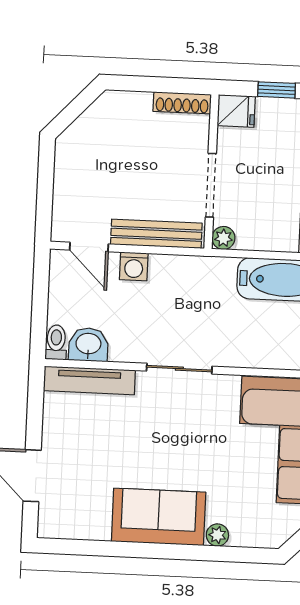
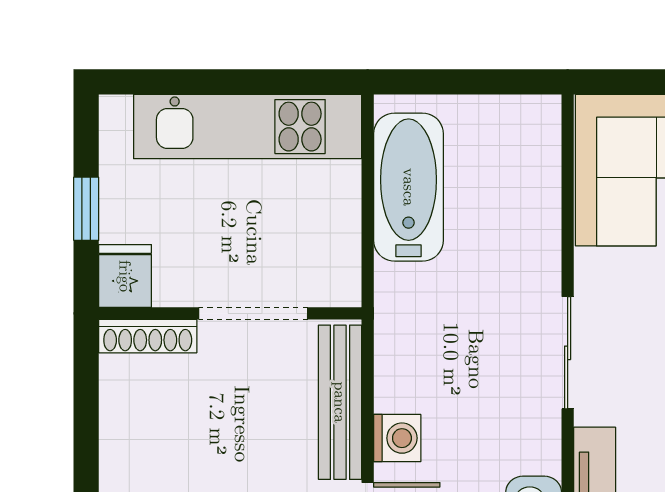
shoe rack: (182, 103) -> (148, 336), moved, turned 90
plant: (223, 238) -> (342, 288), removed

